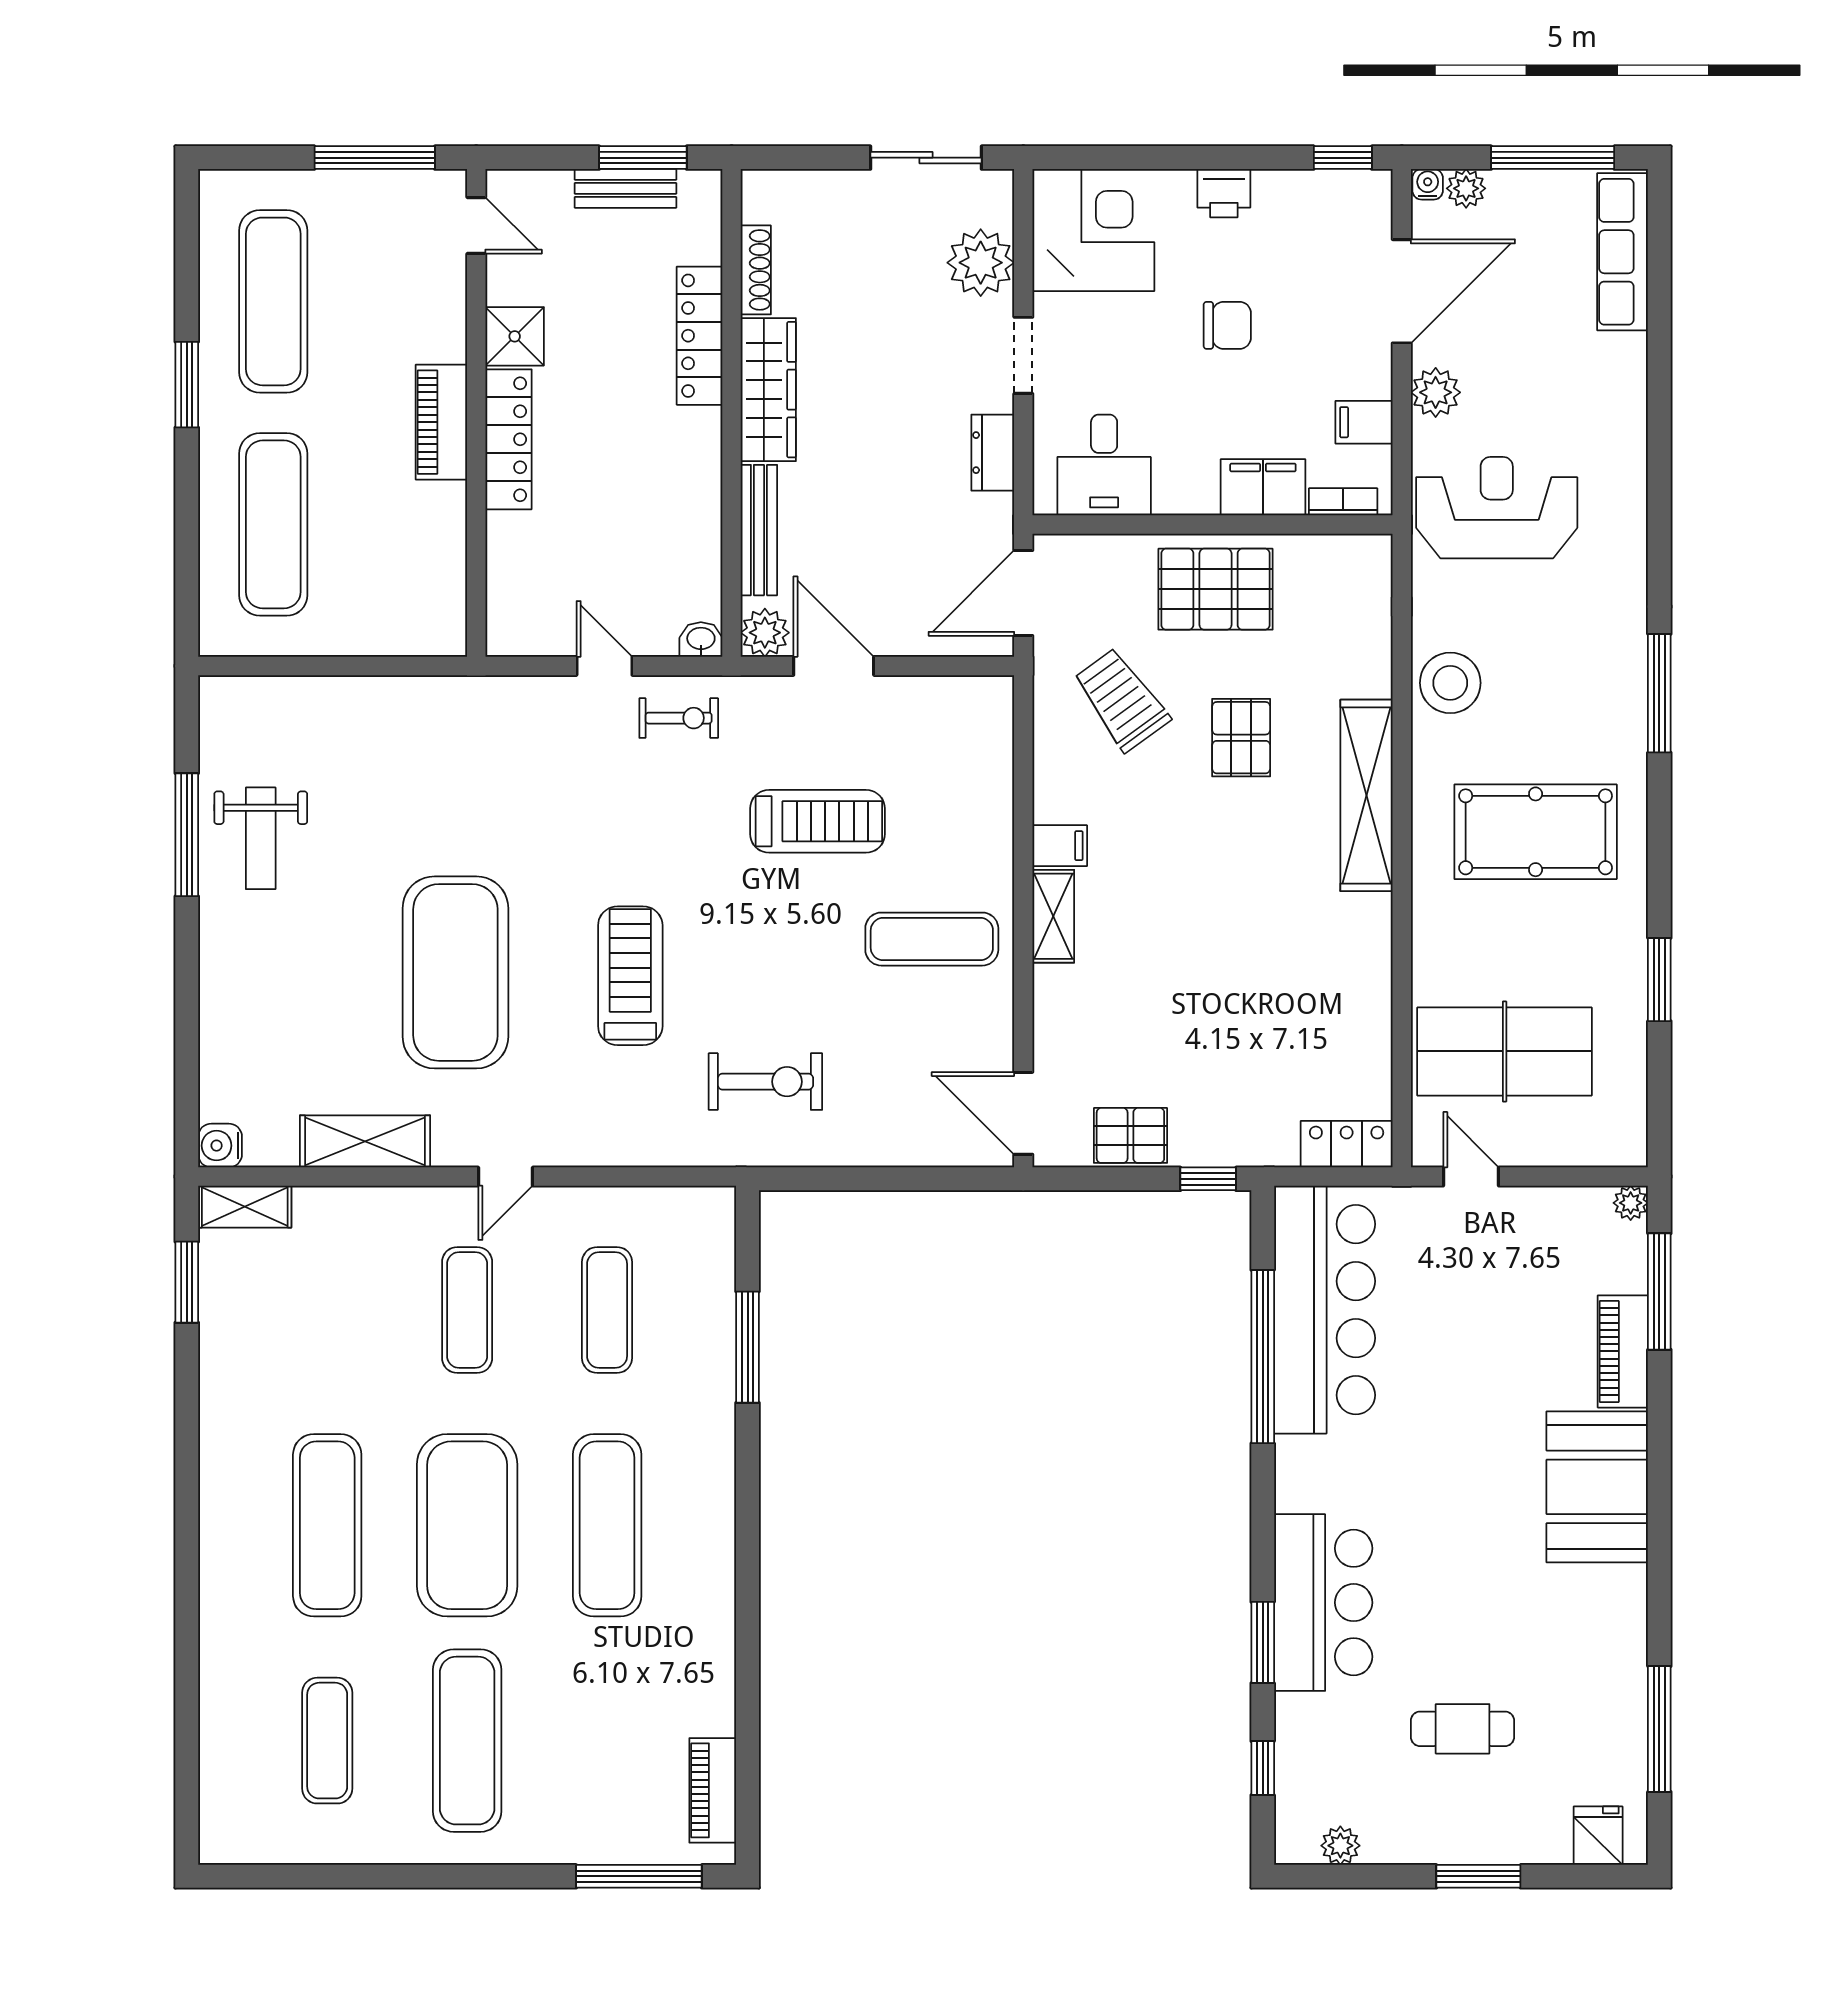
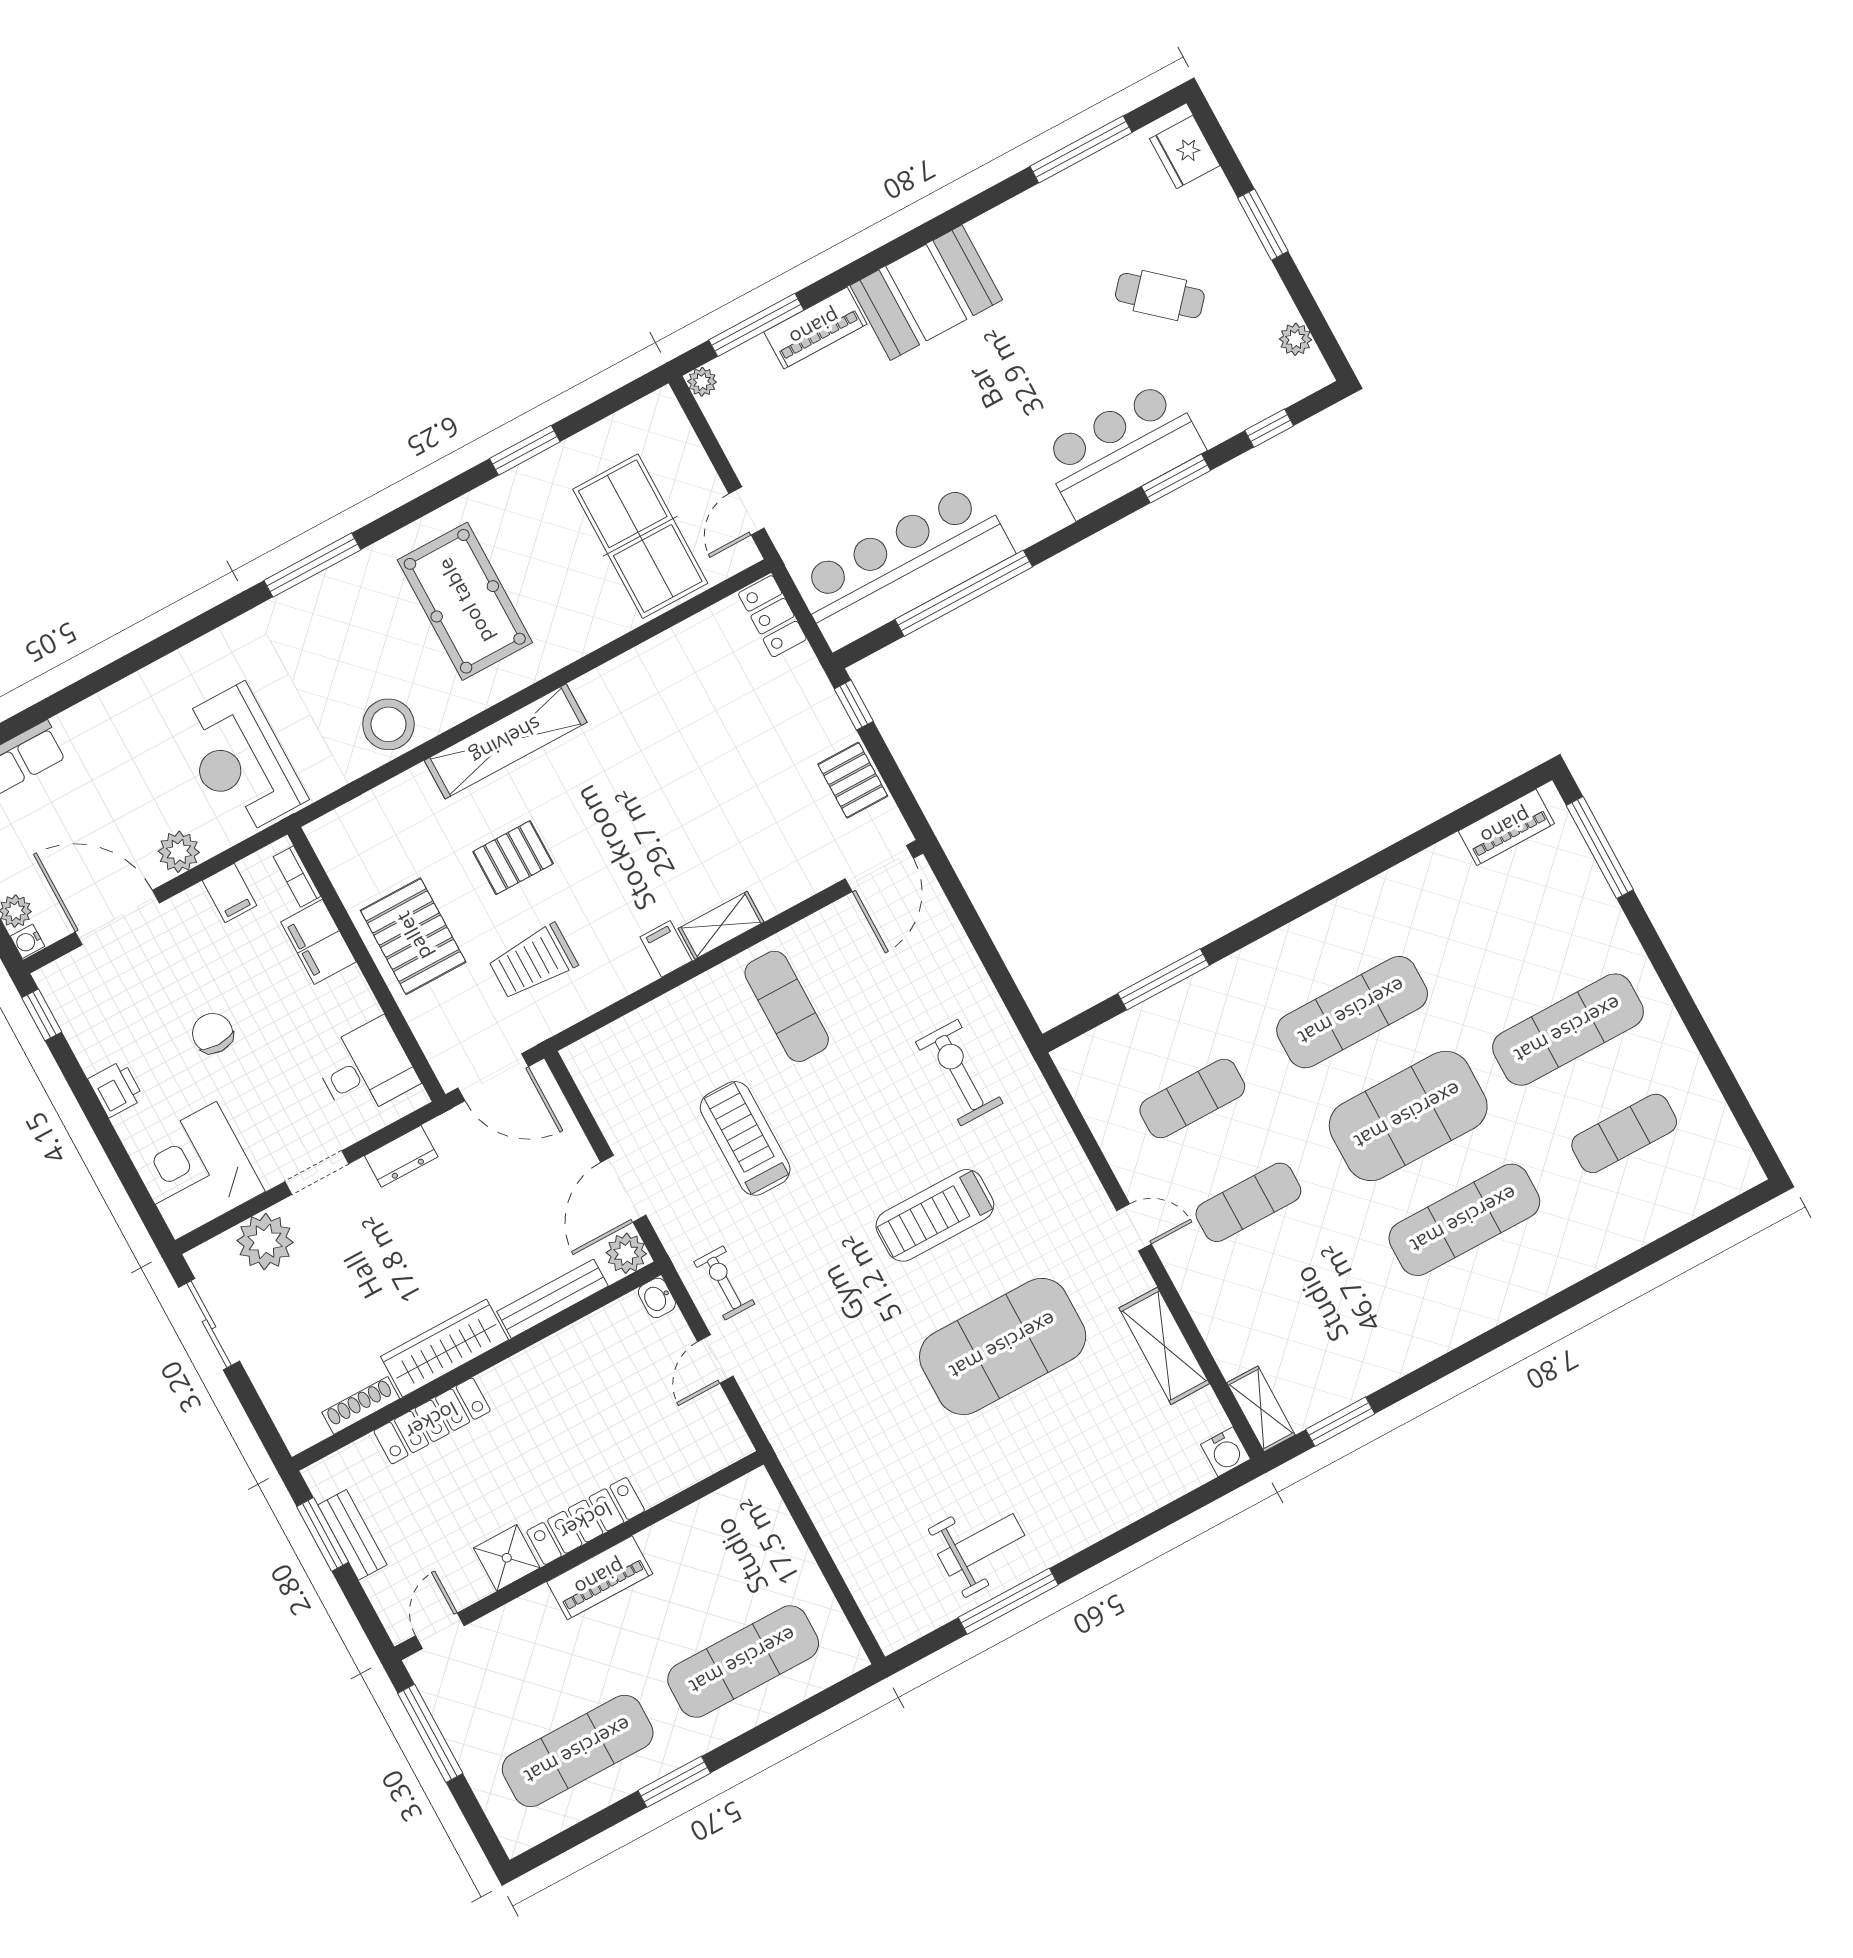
trolley: (1121, 700) -> (533, 962), turned 36
cafe table: (1463, 1729) -> (1160, 296), turned -49
fridge: (1598, 1836) -> (1185, 152), width x1.38

